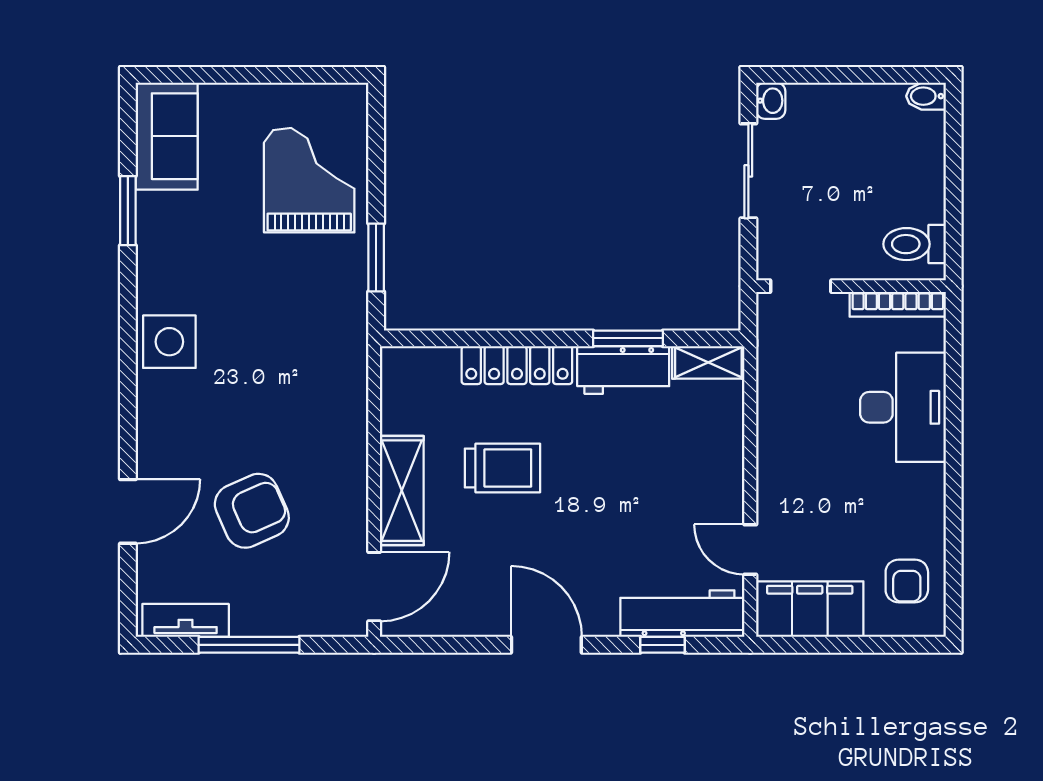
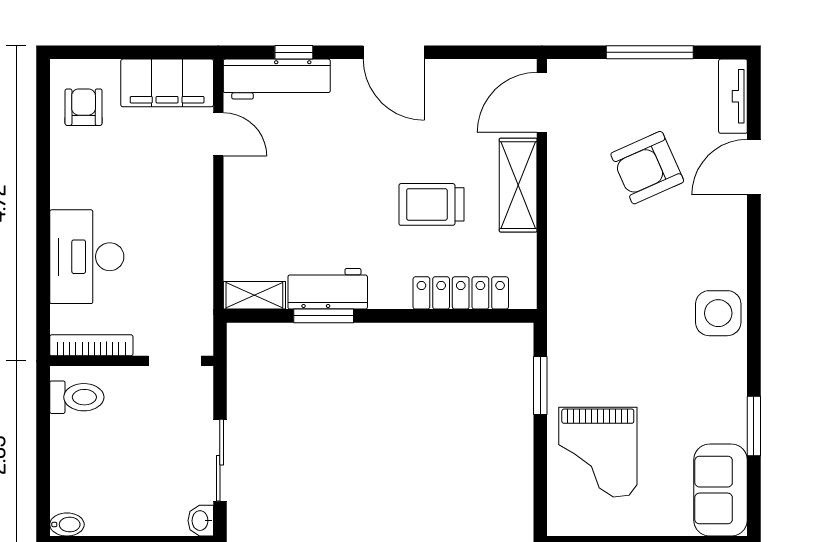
locker: (517, 365) -> (461, 293), moved
tv unit: (186, 620) -> (733, 96), moved, turned 90

